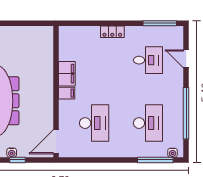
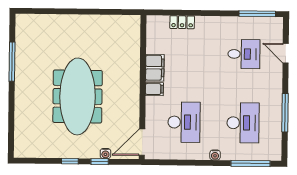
locker: (112, 32) -> (182, 22), moved
window: (186, 113) -> (285, 113), width x0.68
water cooler: (12, 153) -> (105, 154), moved
water cooler: (173, 153) -> (215, 155), moved

